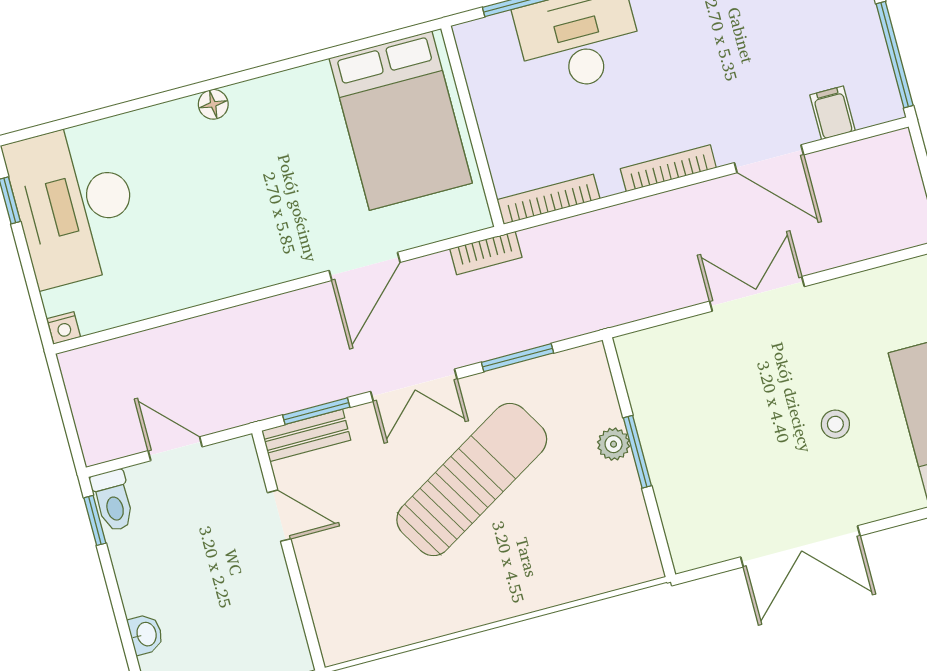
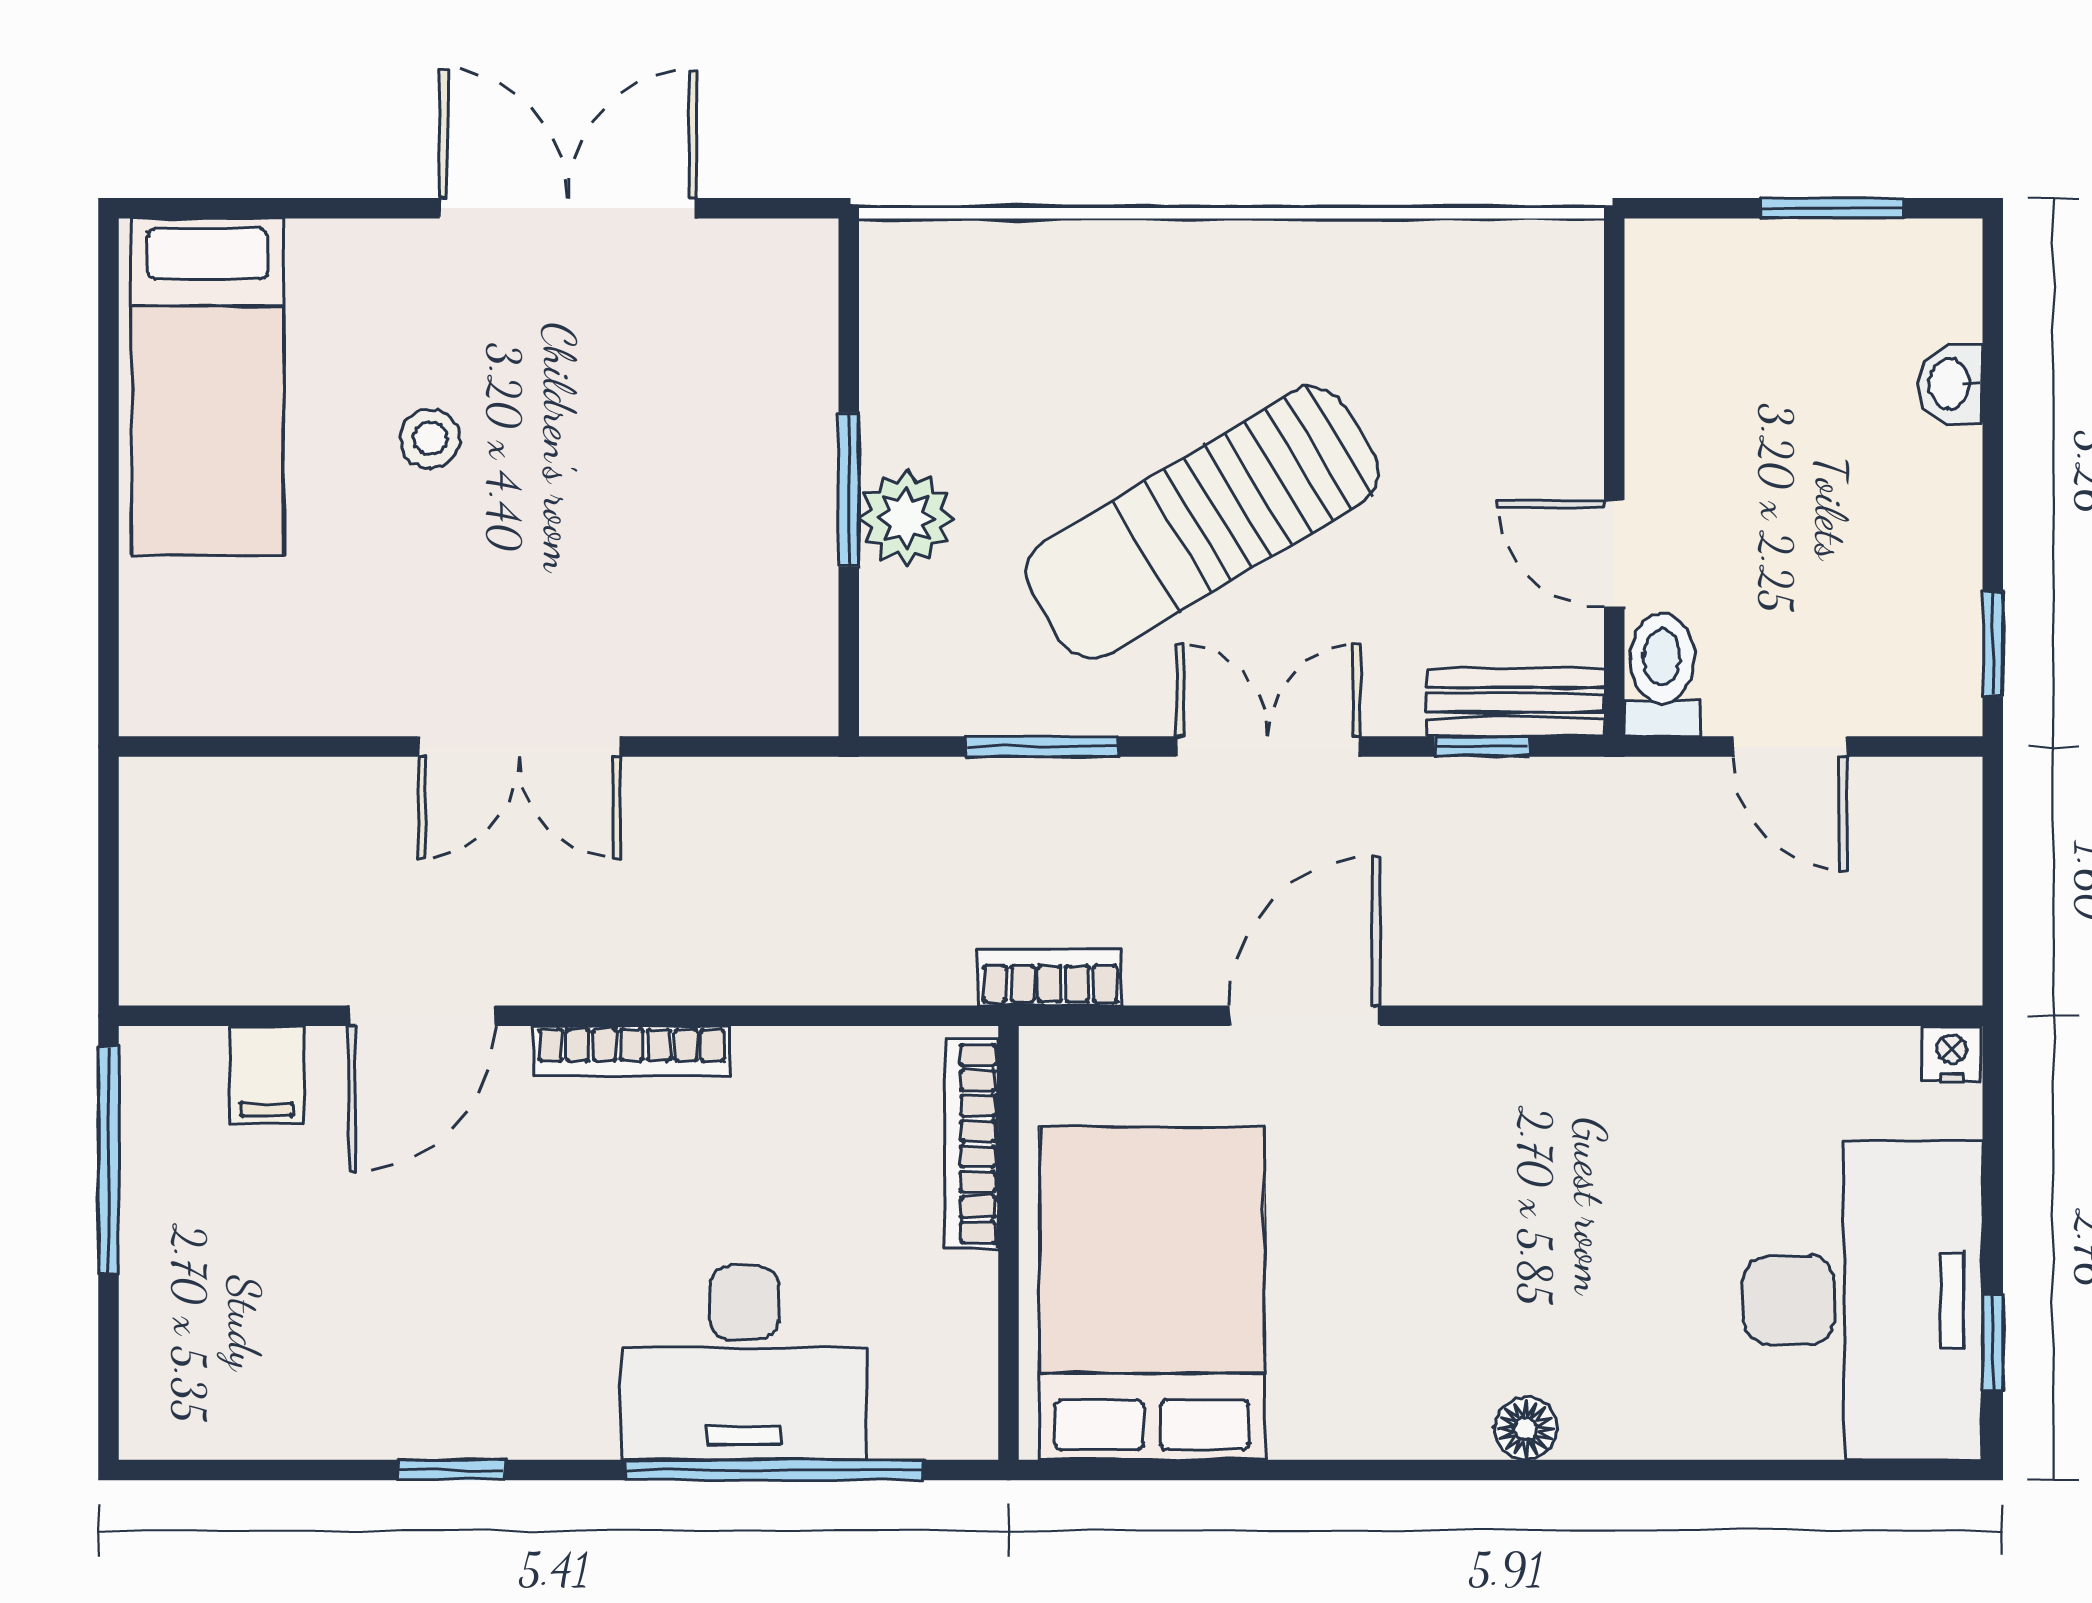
door: (769, 159) -> (421, 1016), swing flipped
bookcase: (549, 199) -> (972, 1144), moved, turned 90
window: (316, 411) -> (1482, 747), width x0.67
plant: (614, 444) -> (906, 518), width x1.38, depth x1.38
toilet: (113, 501) -> (1662, 675), moved

